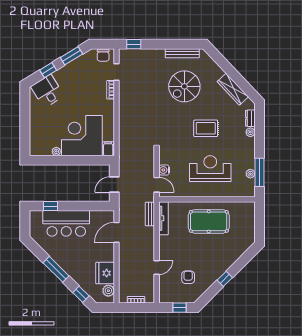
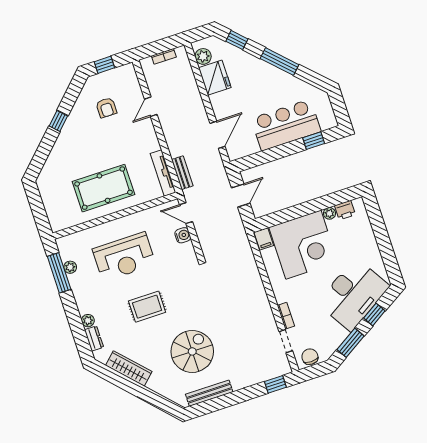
desk: (47, 91) -> (353, 295), width x1.87, depth x1.30
printer: (45, 150) -> (345, 210), added

